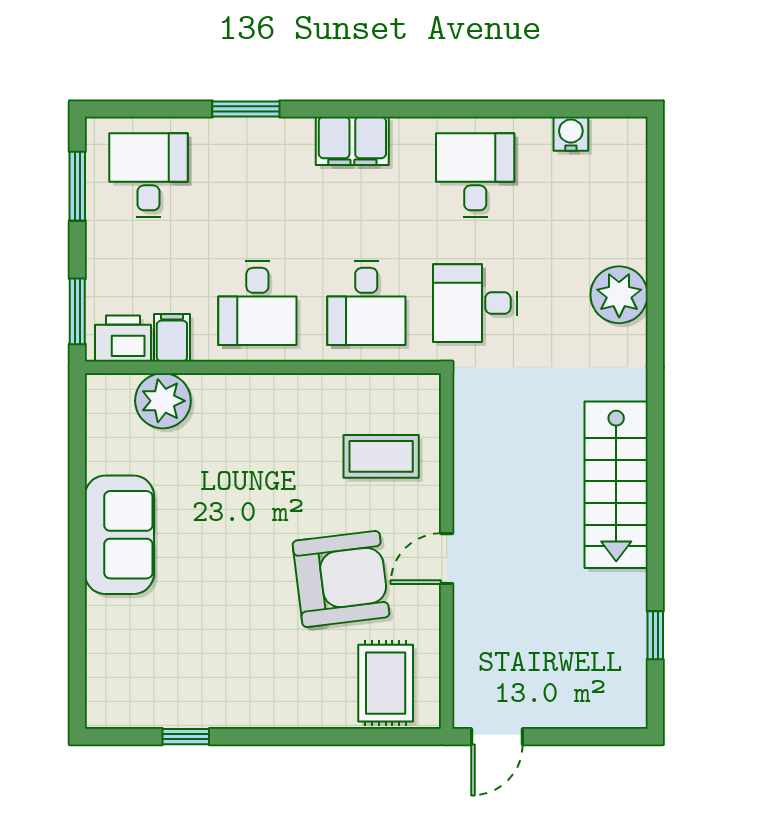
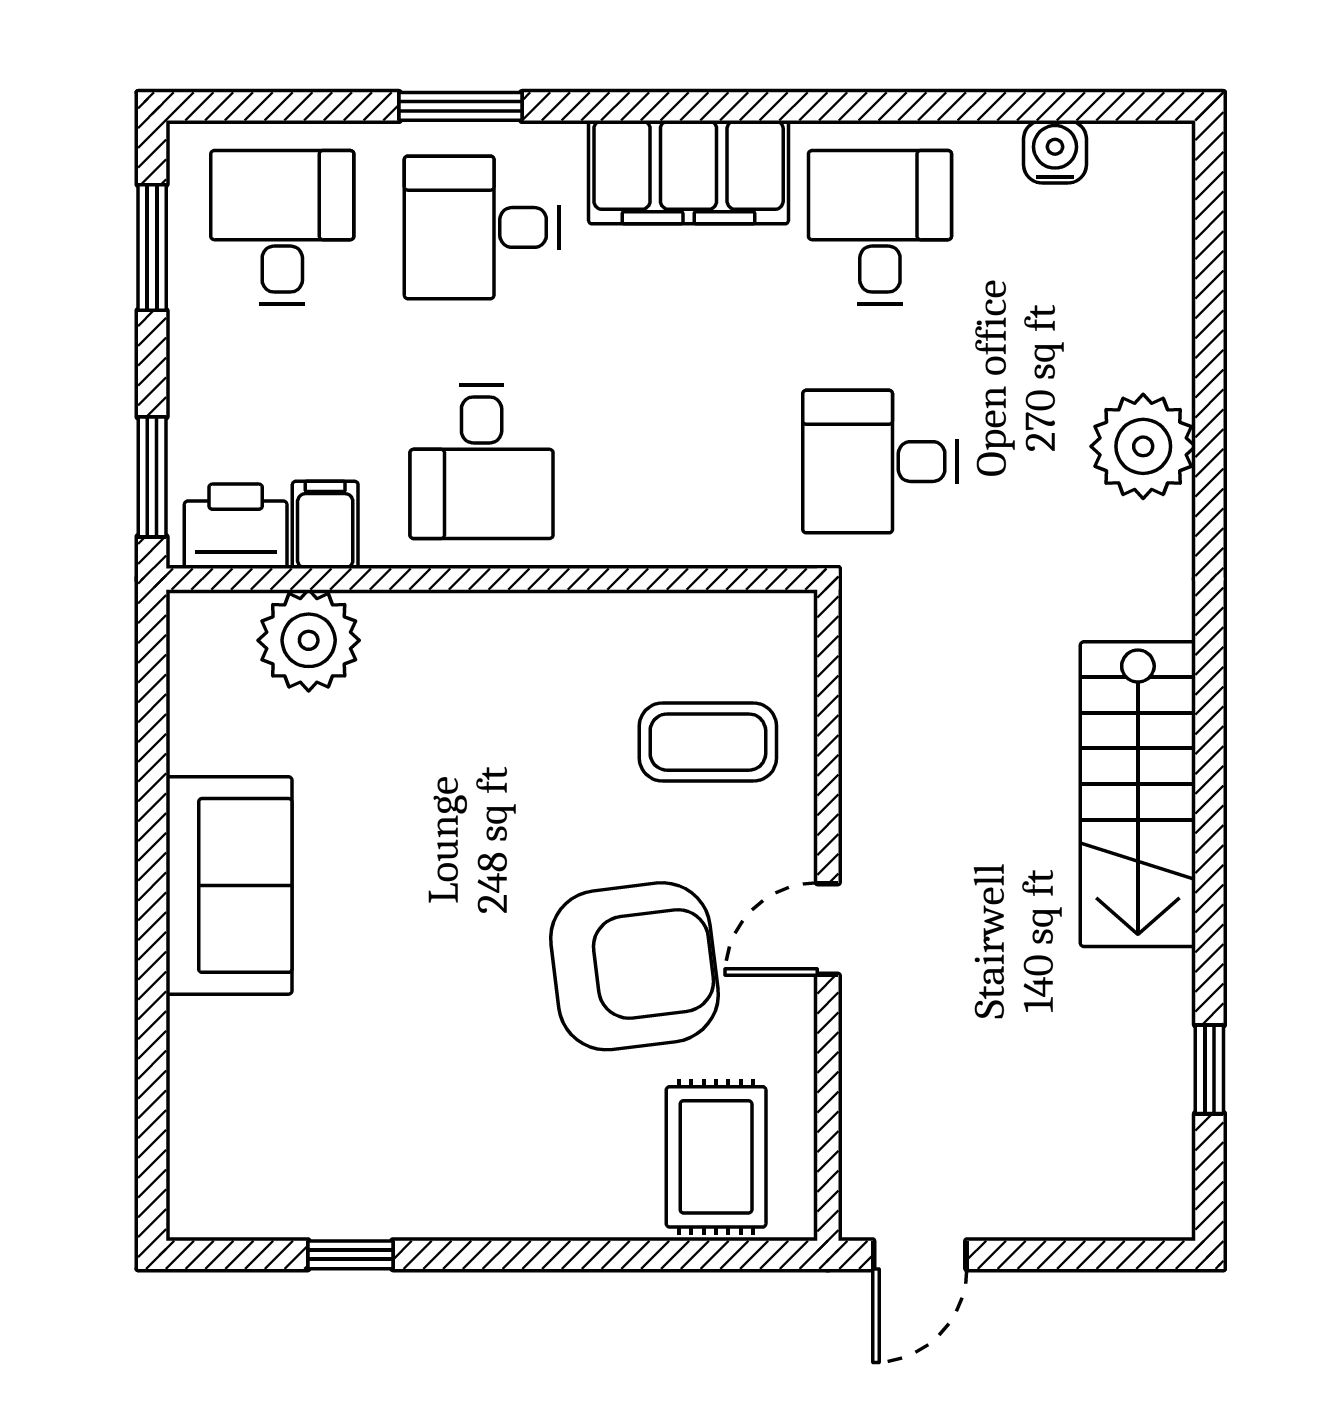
filing cabinet: (352, 141) -> (689, 172), width x1.50, depth x1.17
desk: (366, 303) -> (482, 227), moved, turned 90

